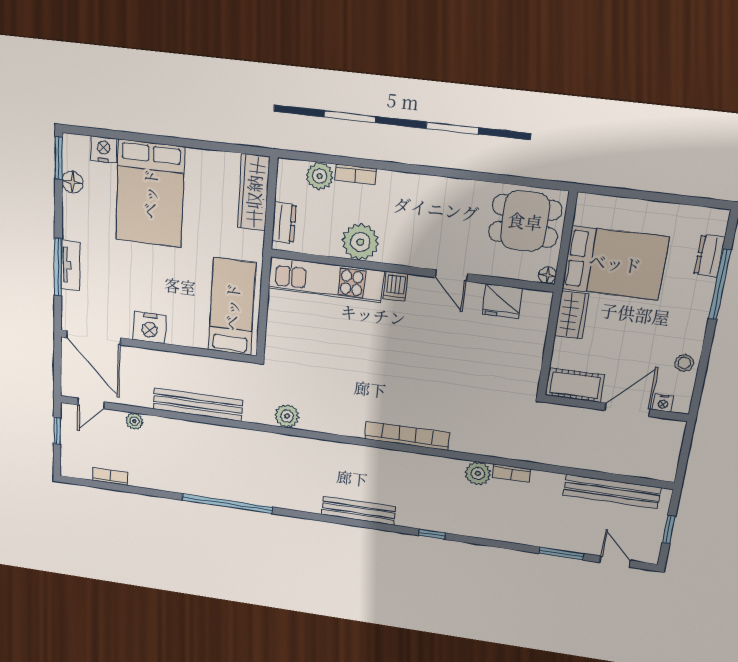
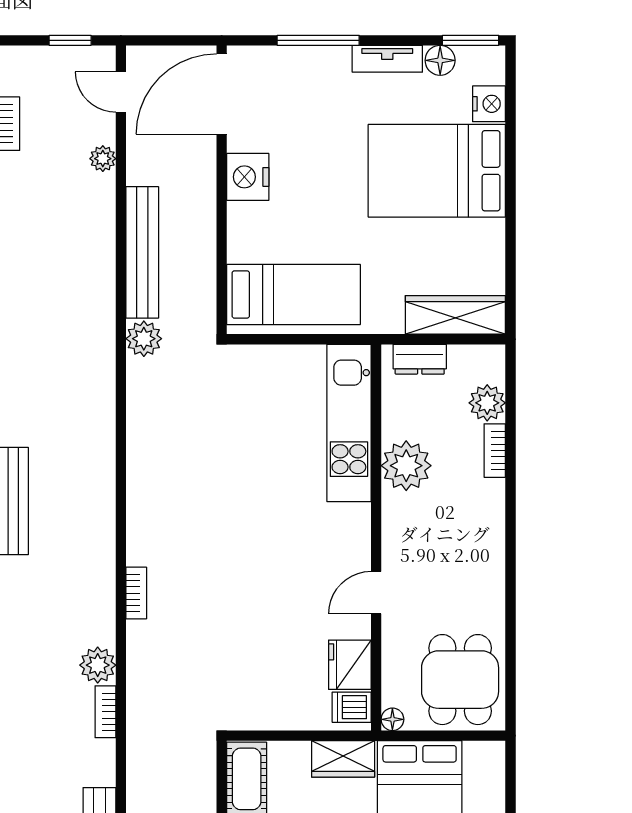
tv unit: (71, 266) -> (387, 59), moved
dishwasher: (395, 286) -> (352, 707), moved
plant: (287, 416) -> (144, 339), moved
bookcase: (407, 436) -> (136, 593), width x0.43, depth x0.76

